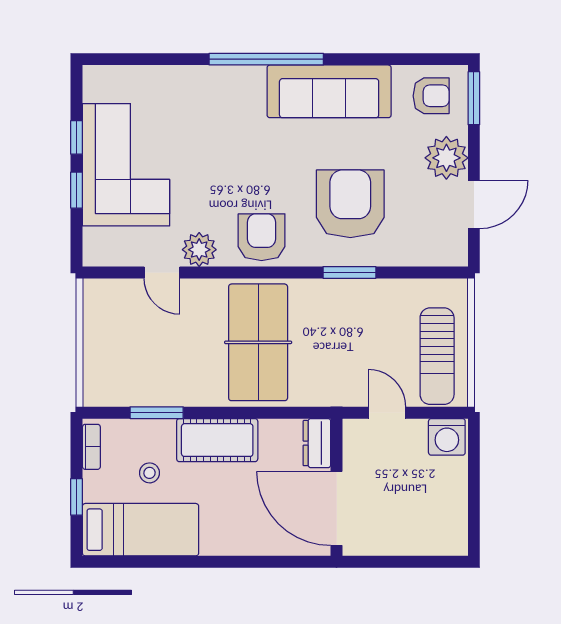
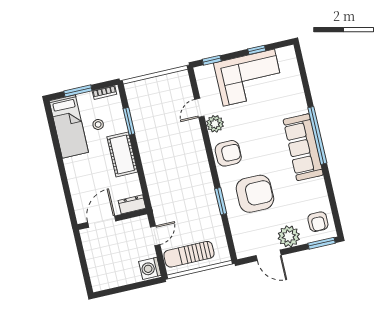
sofa: (329, 91) -> (303, 147), moved
window: (77, 190) -> (212, 60), moved
table tennis table: (258, 342) -> (175, 164), removed
window: (77, 497) -> (78, 91), width x1.50
door: (337, 508) -> (102, 222), width x0.73

